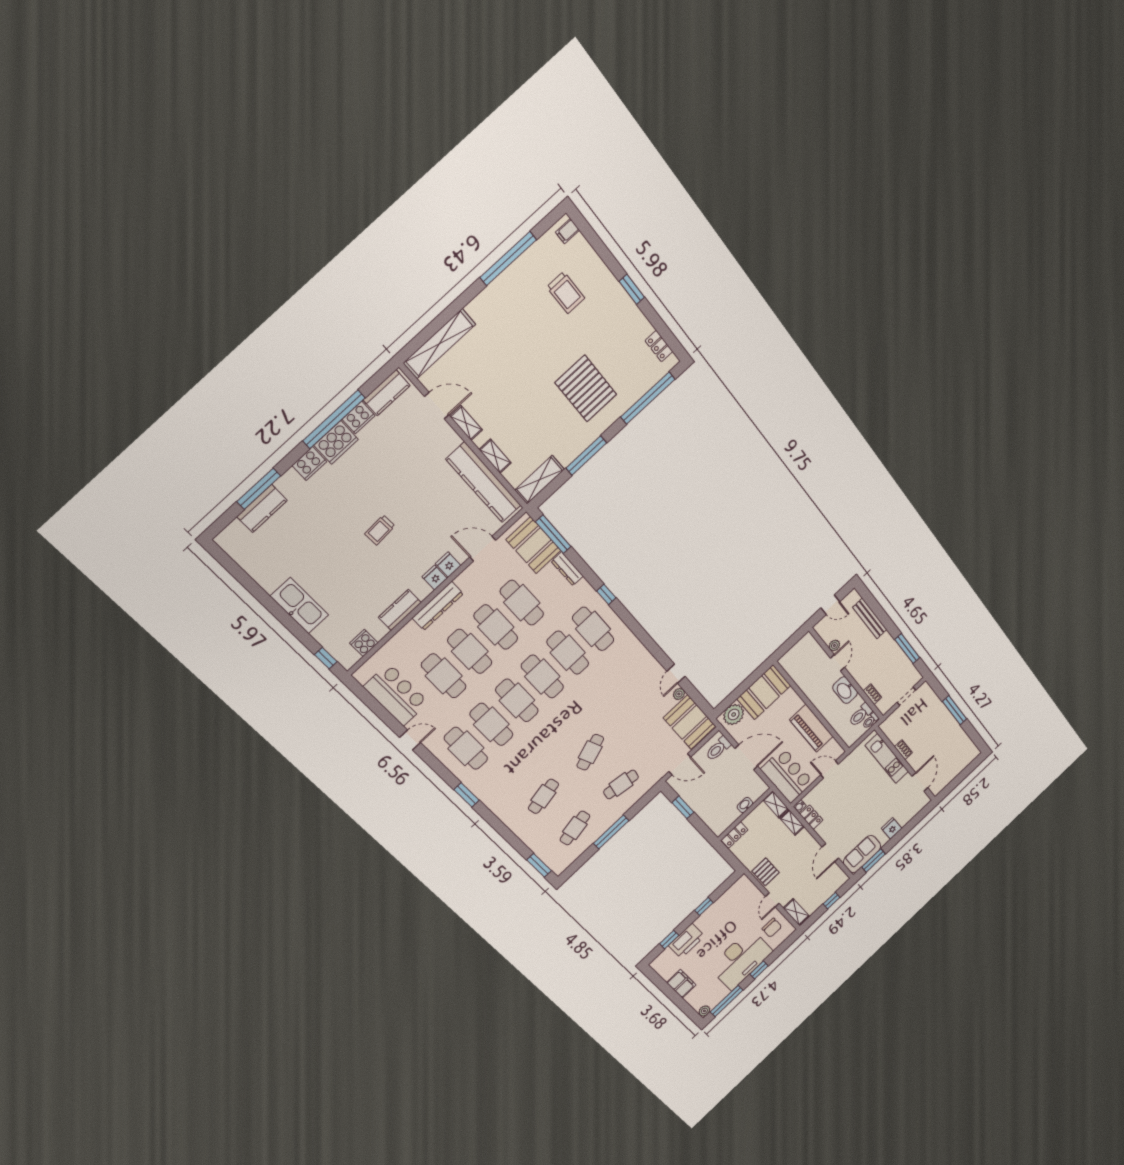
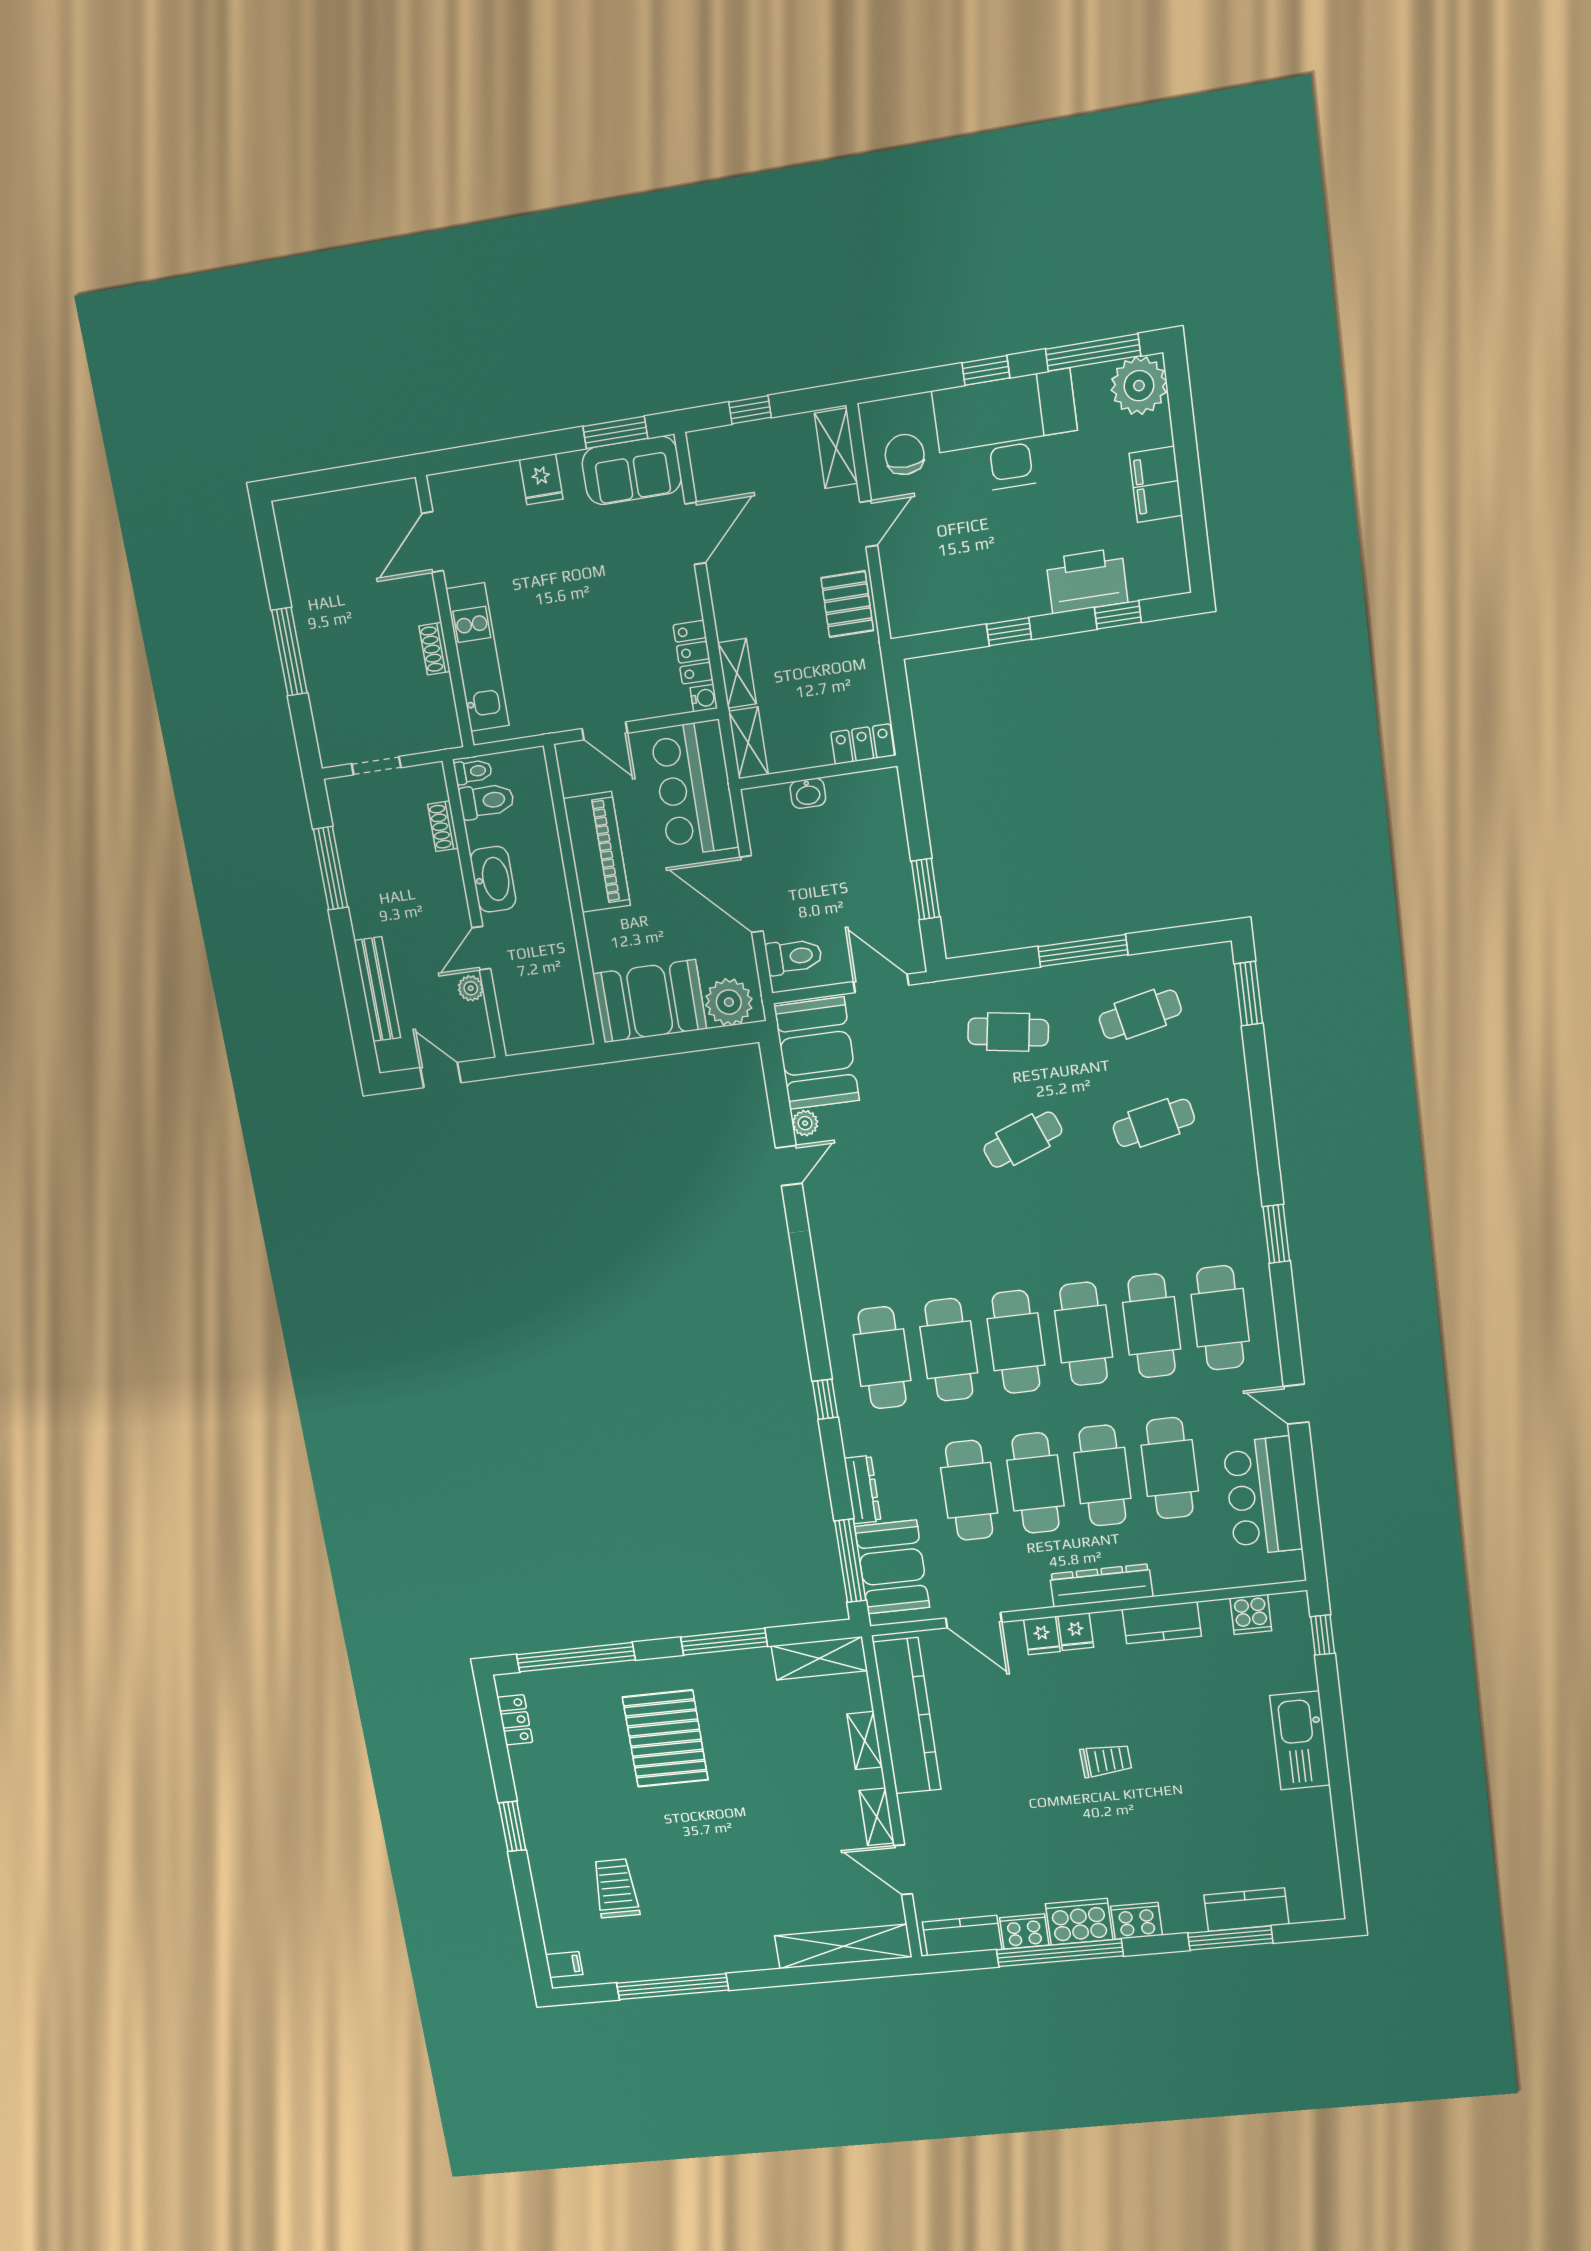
plant: (704, 1011) -> (1139, 386), width x1.87, depth x1.87

